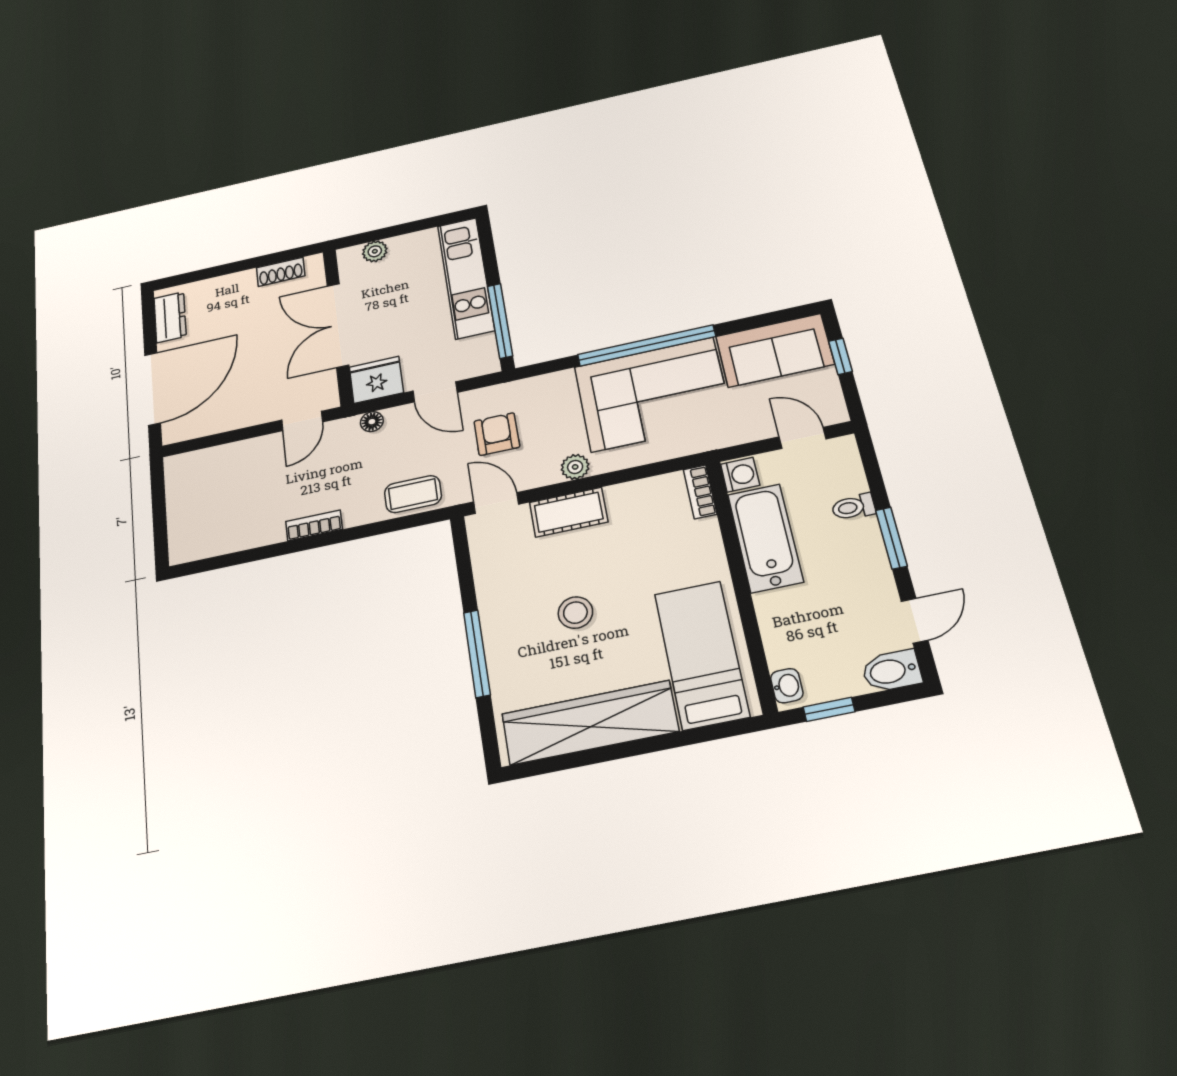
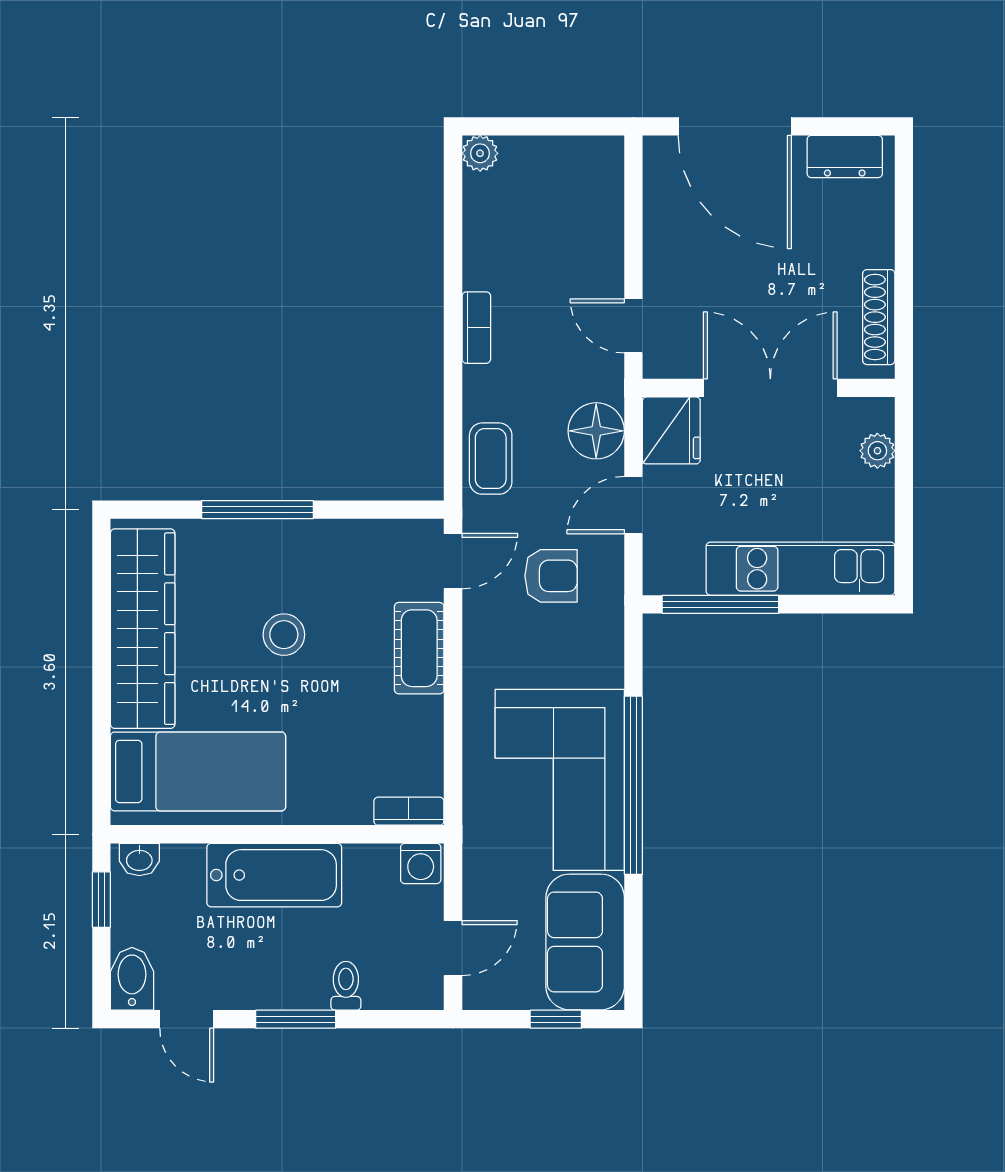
shoe rack: (281, 272) -> (879, 317), width x1.43
floor lamp: (372, 422) -> (596, 431), width x1.89, depth x1.89
plant: (575, 467) -> (480, 153), moved
bathtub: (765, 538) -> (274, 875), moved

